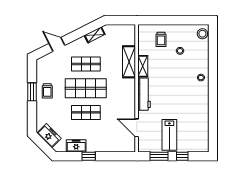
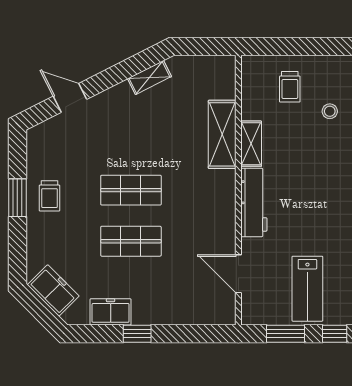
shop shelf: (86, 64) -> (131, 139), removed
shop shelf: (86, 88) -> (131, 190), width x0.70, depth x0.74

